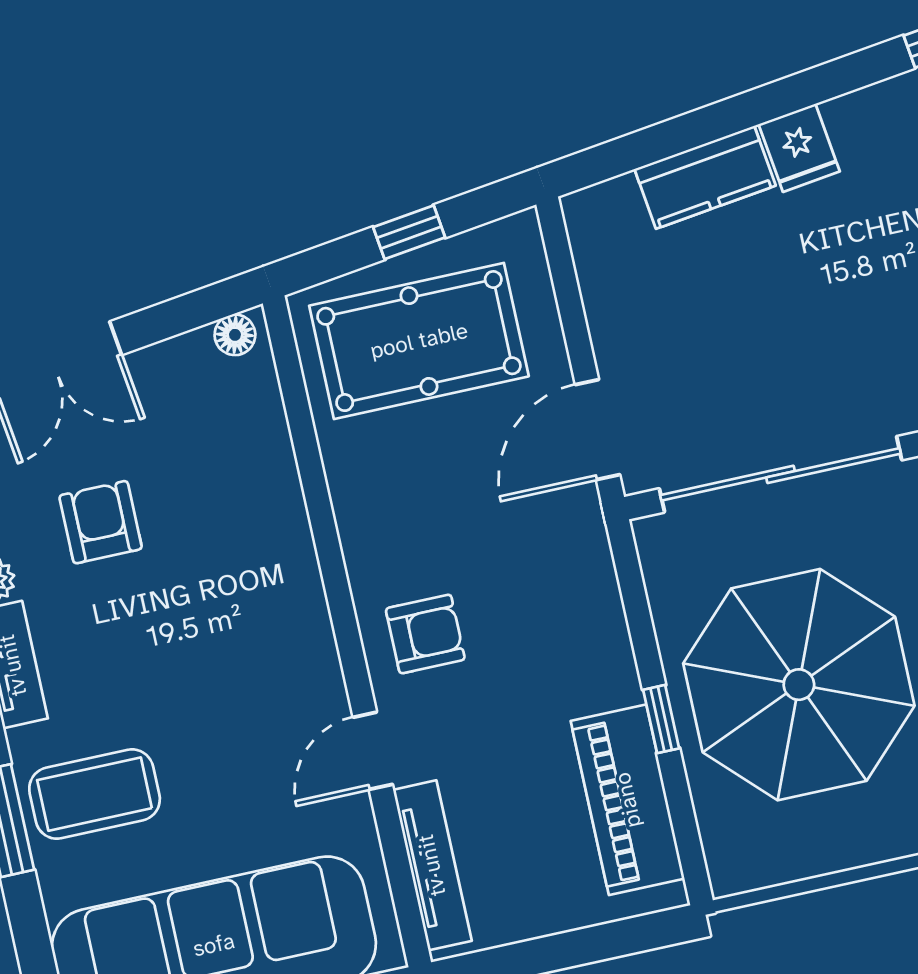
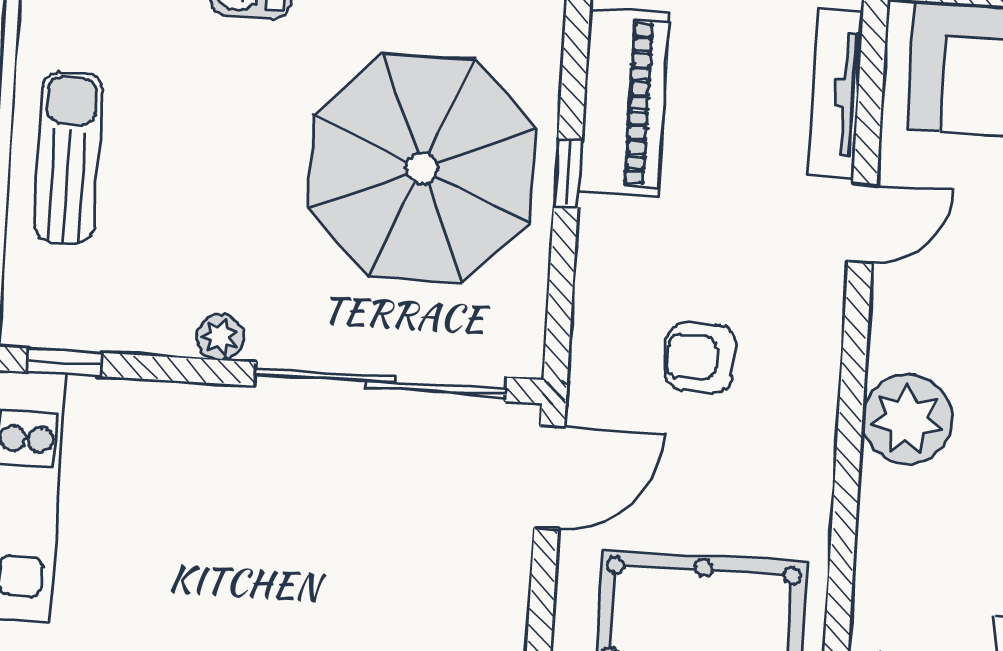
plant: (279, 579) -> (907, 420), added
armchair: (425, 634) -> (700, 358), moved

